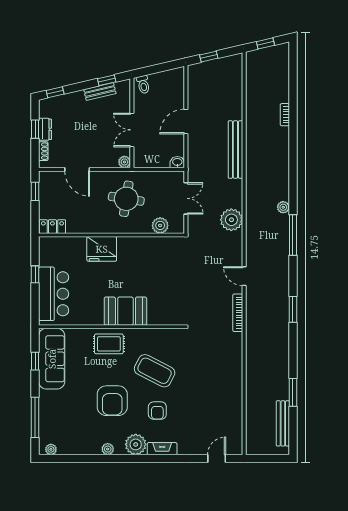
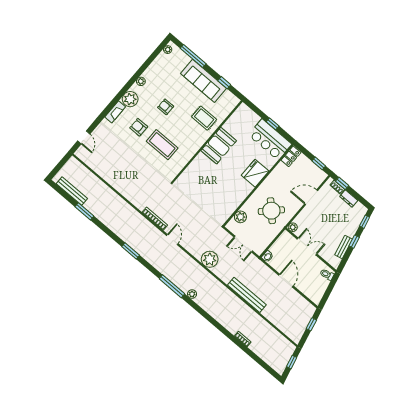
window: (107, 80) -> (354, 242), moved
window: (35, 129) -> (342, 183), moved
round table: (126, 199) -> (271, 211), turned 36
door: (244, 276) -> (172, 240), hinge flipped
bar counter: (54, 294) -> (270, 140), moved
booth: (125, 311) -> (219, 146), moved
rug: (109, 344) -> (204, 118), moved, turned 90
sofa: (52, 359) -> (203, 81), moved
coffee table: (155, 371) -> (162, 145), turned 63
armchair: (112, 401) -> (166, 107), width x0.53, depth x0.53

